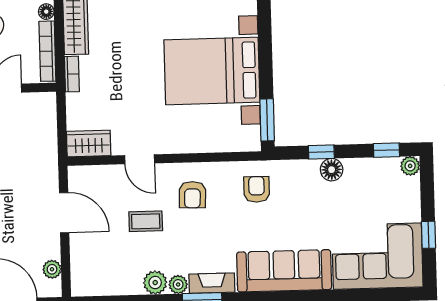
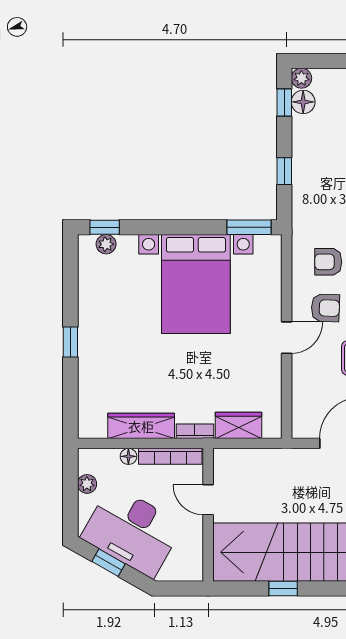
wardrobe: (89, 143) -> (239, 425), moved, turned 90
door: (140, 159) -> (287, 338), moved
floor lamp: (332, 170) -> (303, 102), moved
armchair: (257, 189) -> (328, 262), moved

